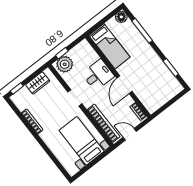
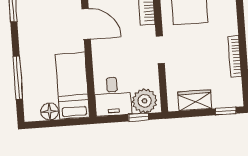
floor lamp: (121, 17) -> (50, 112), moved
desk: (98, 75) -> (113, 97), moved, turned -90
door: (124, 85) -> (86, 24), hinge flipped

